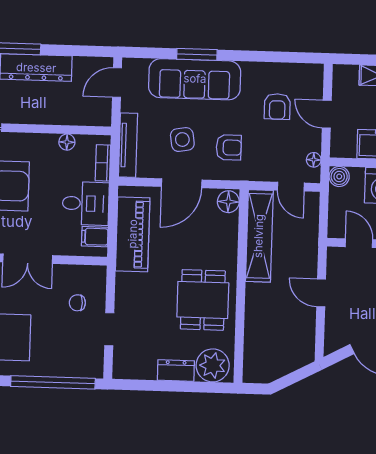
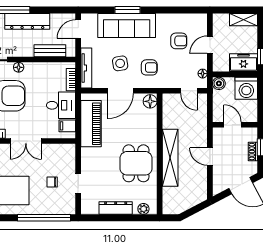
armchair: (277, 106) -> (179, 41), turned -90
door: (327, 114) -> (210, 45), hinge flipped
bench: (71, 116) -> (50, 51), added
floor lamp: (67, 142) -> (19, 67), moved
shelving: (259, 236) -> (170, 158), moved
chair: (77, 303) -> (52, 182), moved
plant: (213, 365) -> (143, 209), width x0.53, depth x0.53
dresser: (176, 371) -> (116, 208), width x1.44

